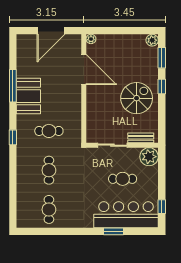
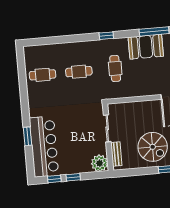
cafe table: (123, 179) -> (77, 140), removed
window: (162, 186) -> (73, 177), added

